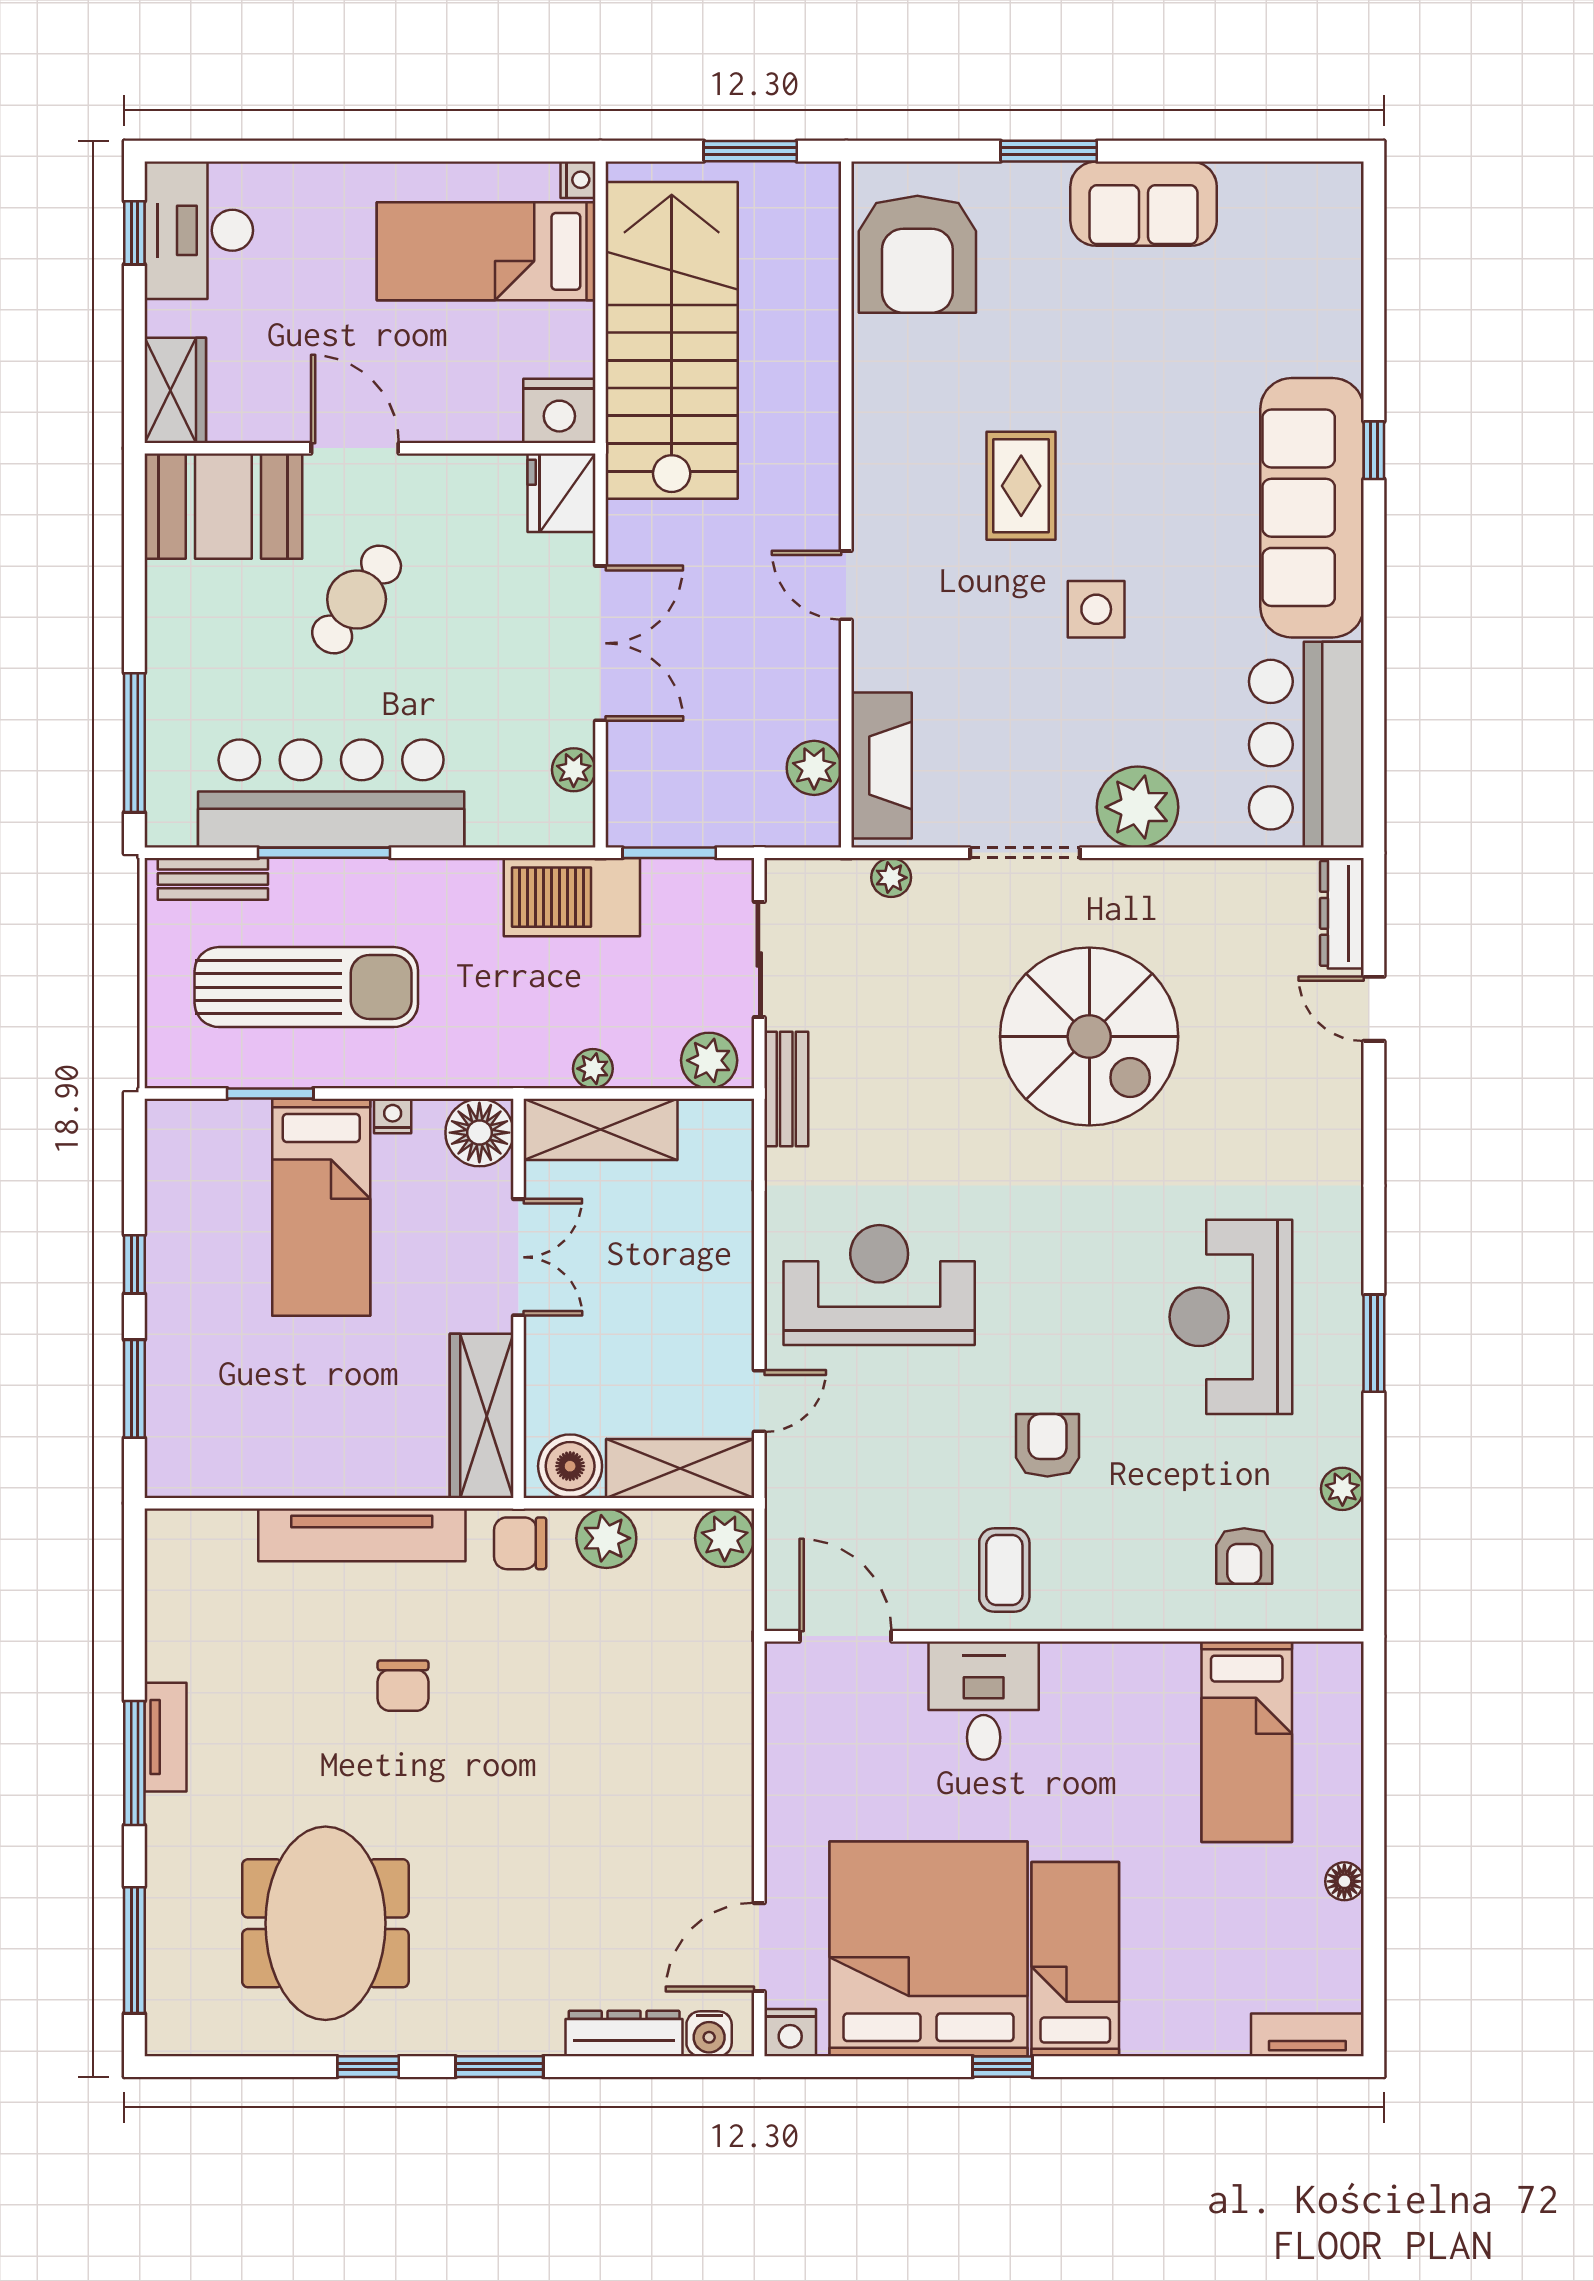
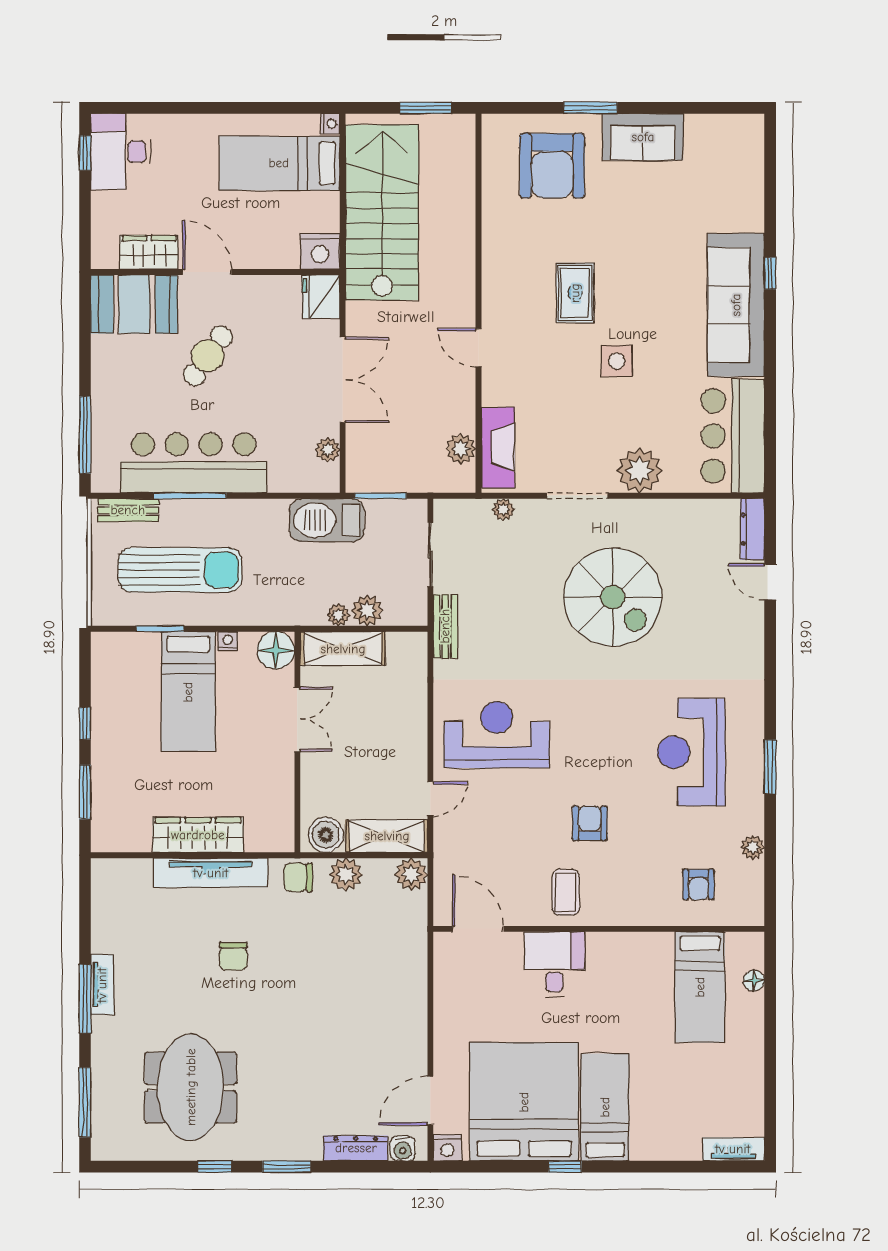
armchair: (917, 254) -> (552, 166), moved
wardrobe: (175, 390) -> (149, 252), moved, turned -90
plant: (709, 1060) -> (367, 610), moved
wardrobe: (482, 1416) -> (198, 835), moved, turned 90
floor lamp: (1344, 1881) -> (754, 981), moved

